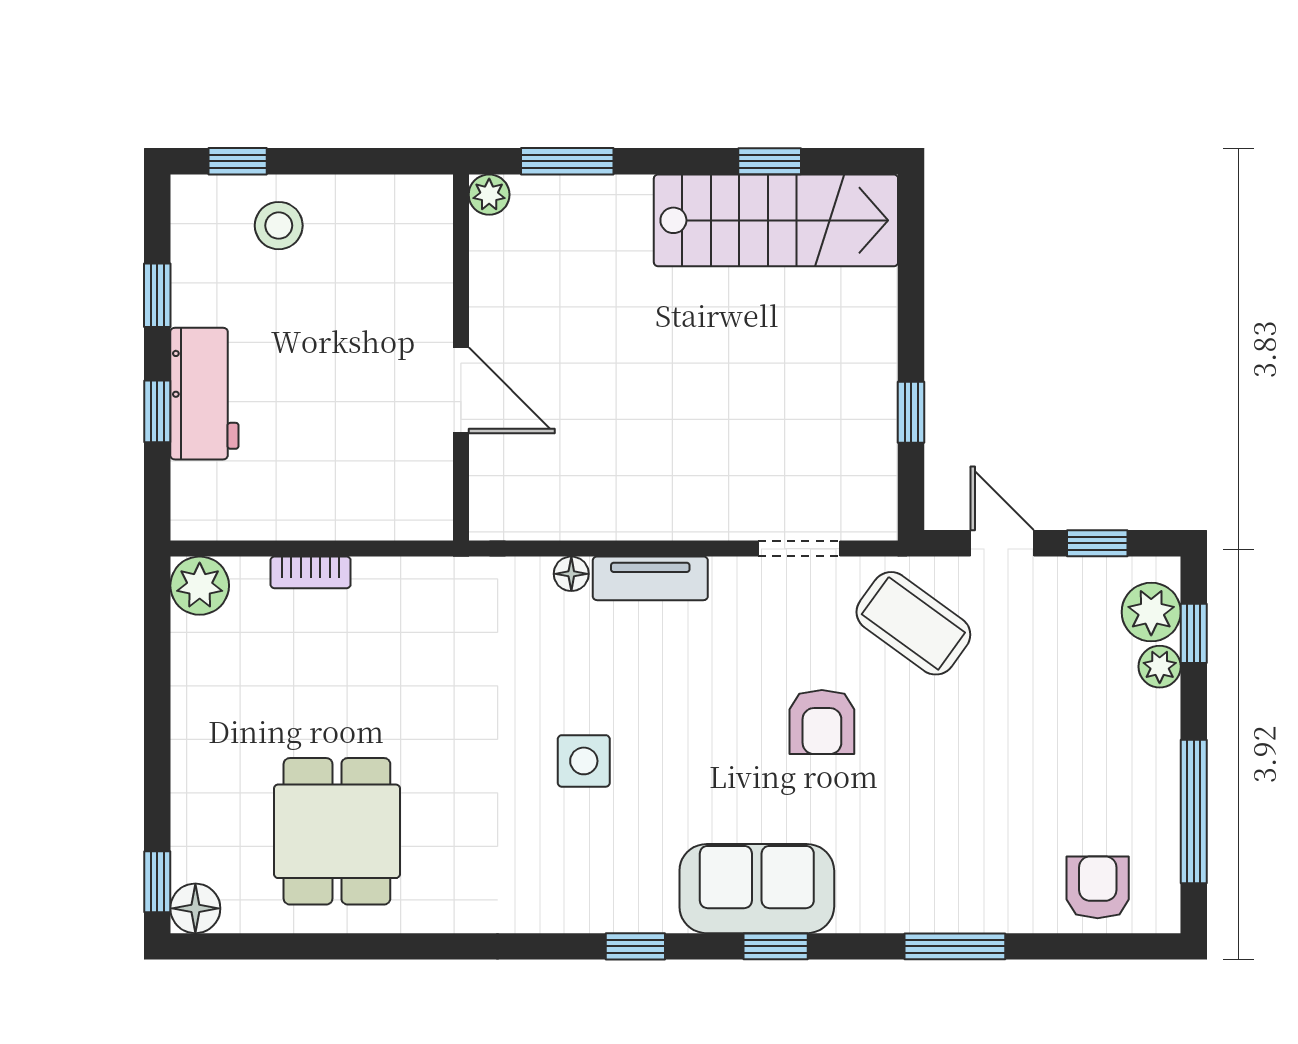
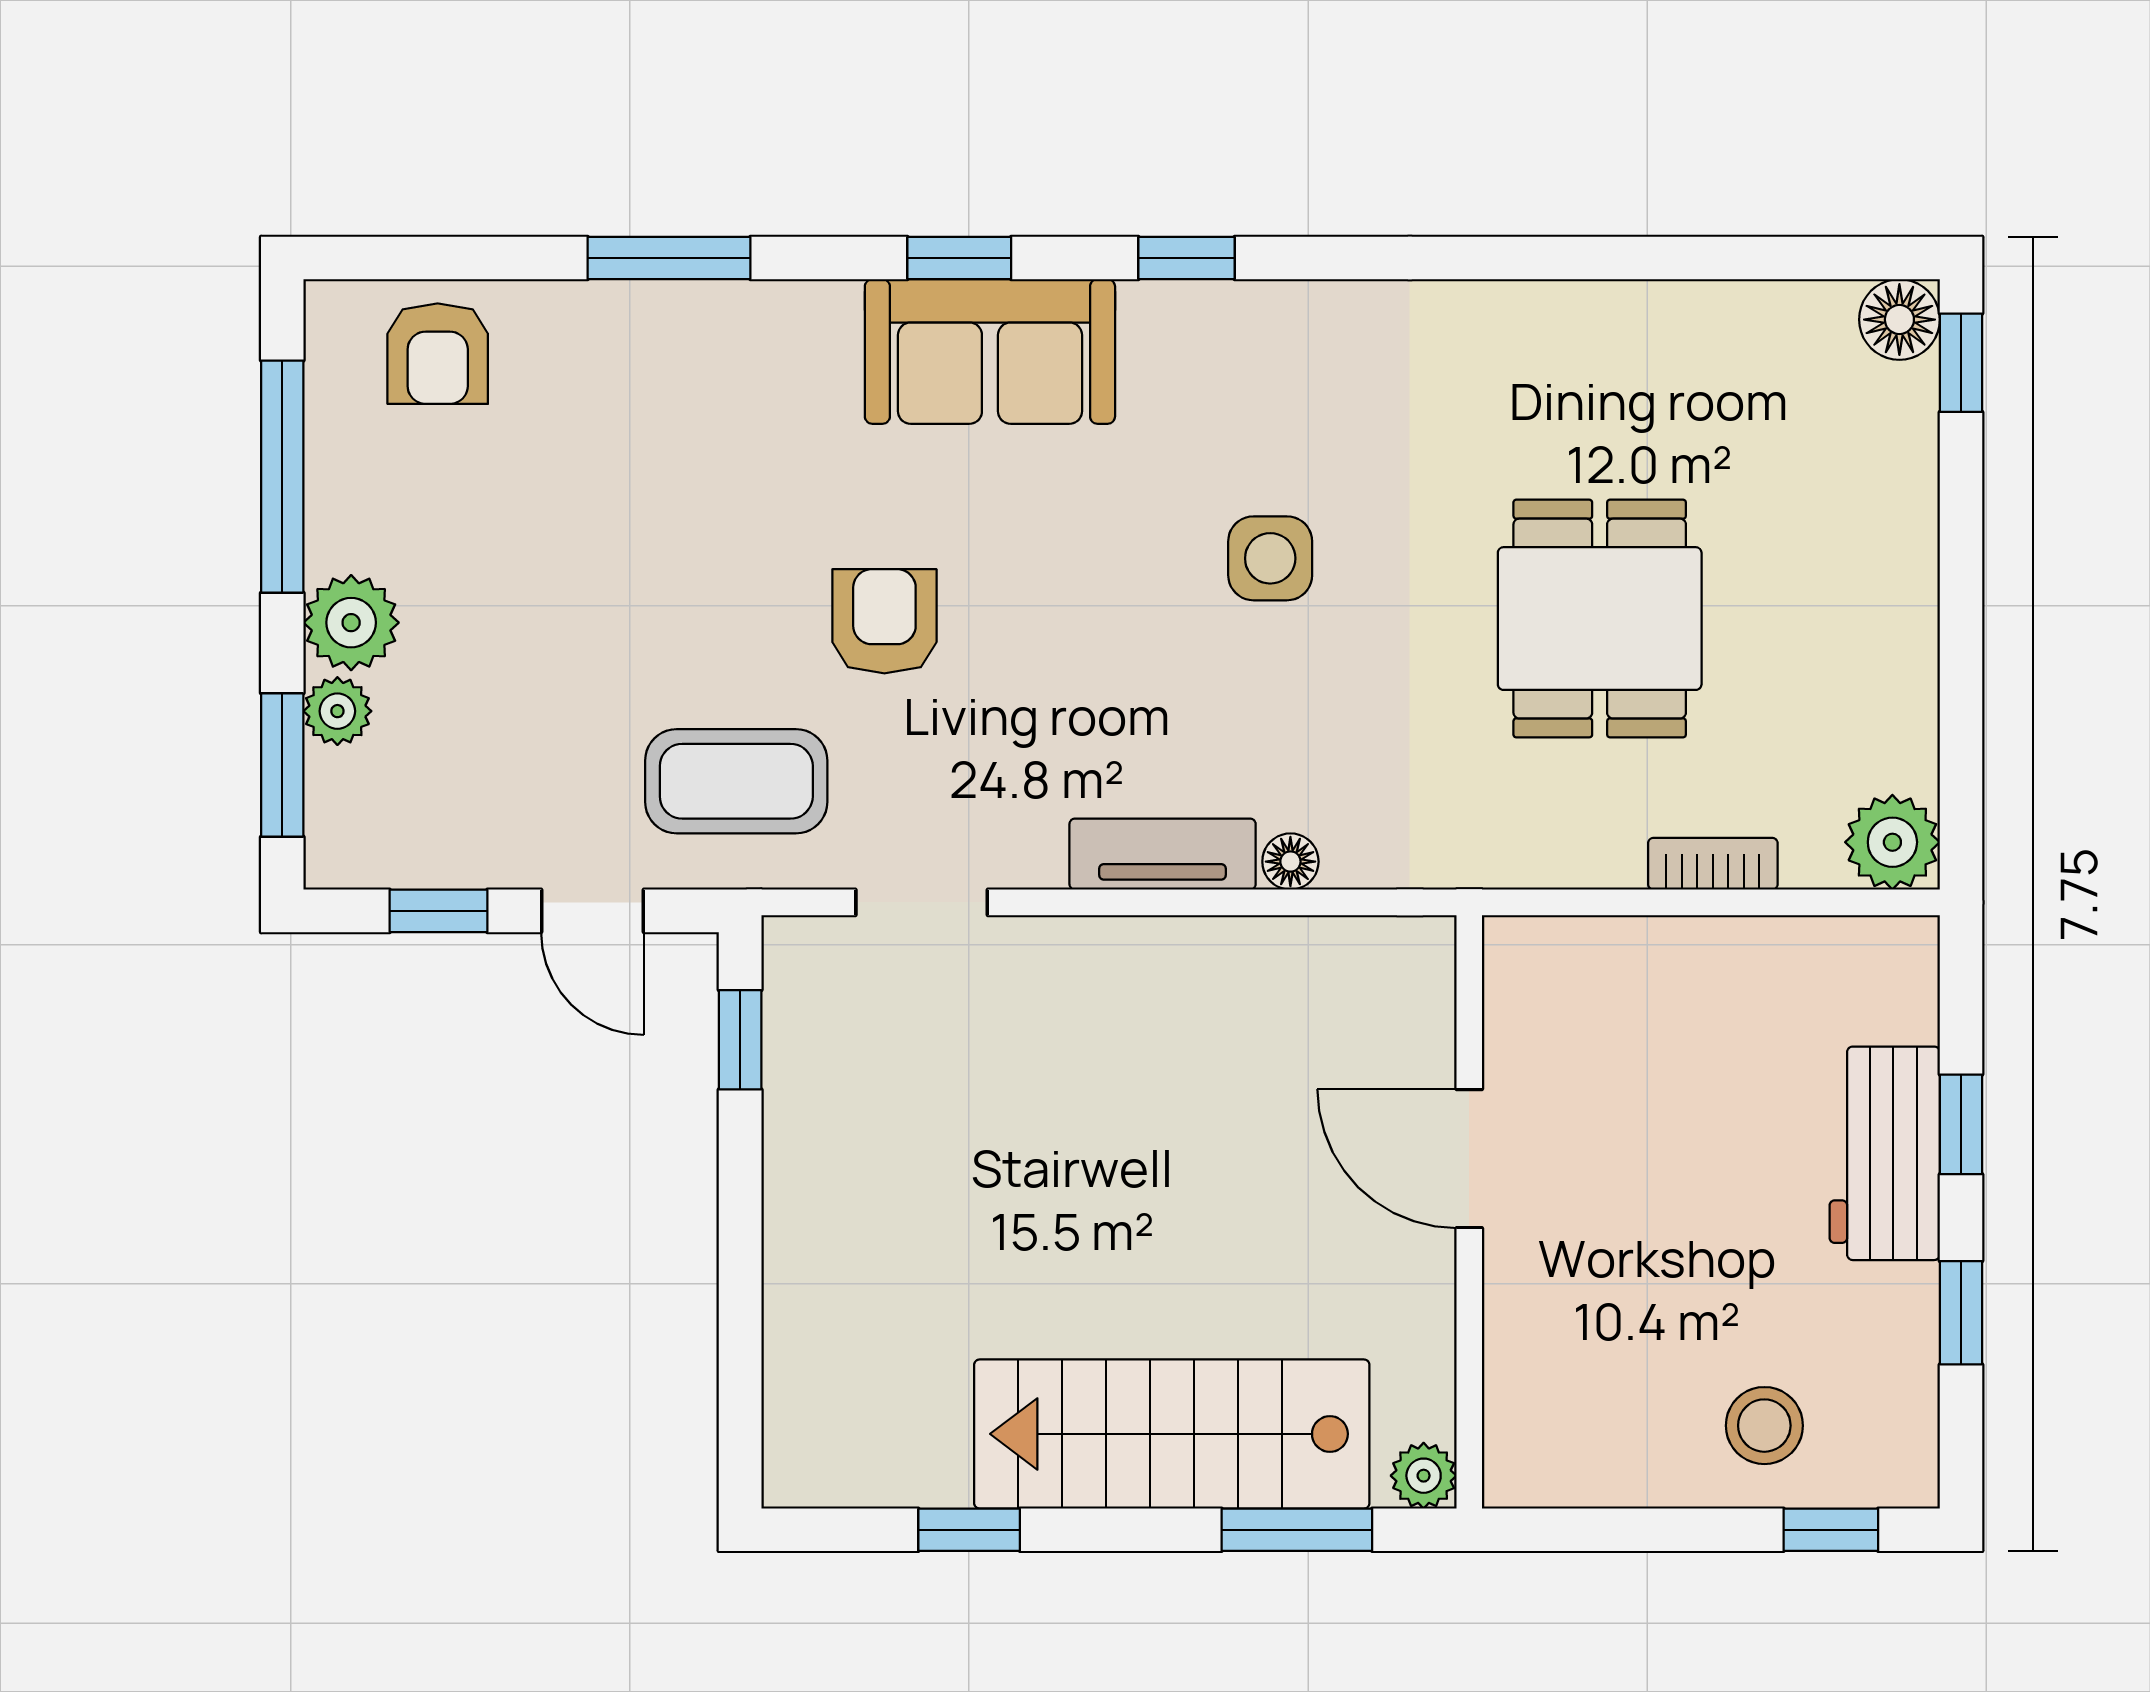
stairs: (776, 220) -> (1172, 1434), moved
window: (911, 412) -> (740, 1040), moved
plant: (1151, 612) -> (351, 623), moved
coffee table: (913, 623) -> (736, 781), turned -36
window: (1194, 633) -> (282, 765), width x1.50
dining table: (337, 831) -> (1600, 619), moved

